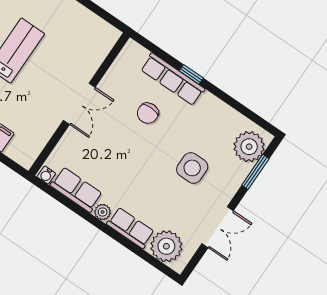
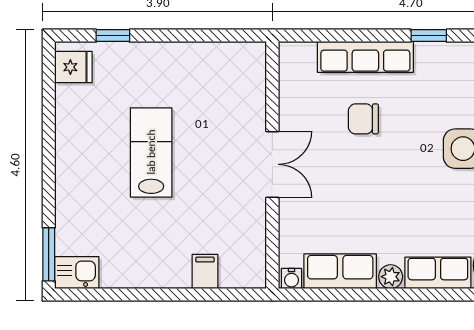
window: (191, 74) -> (429, 36), moved
chair: (148, 113) -> (363, 119), turned 90

